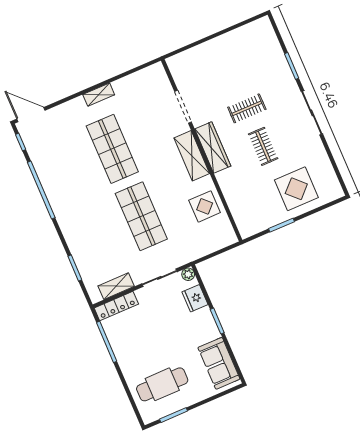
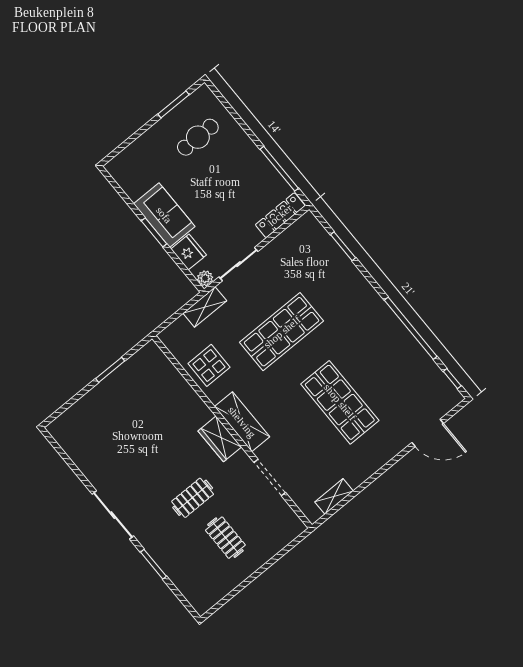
shelving: (99, 95) -> (334, 496), moved
door: (31, 115) -> (428, 433), moved
clothes rail: (263, 146) -> (225, 538), moved
wardrobe: (213, 147) -> (220, 439), width x0.67
display table: (296, 189) -> (105, 419), removed
shop shelf: (141, 216) -> (282, 332), turned 90
shelving: (116, 286) -> (205, 307), moved
sofa: (219, 363) -> (164, 215), moved
cafe table: (162, 384) -> (198, 137), width x0.73, depth x0.74

